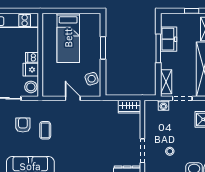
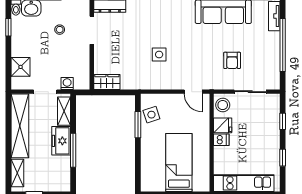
freezer: (169, 39) -> (61, 141), moved
window: (103, 48) -> (138, 125), moved
door: (73, 98) -> (193, 92), moved
coffee table: (45, 130) -> (206, 54), removed
side table: (85, 130) -> (159, 54), added

